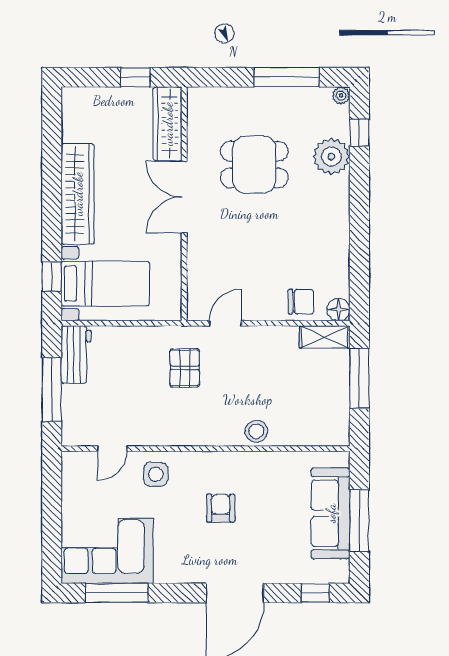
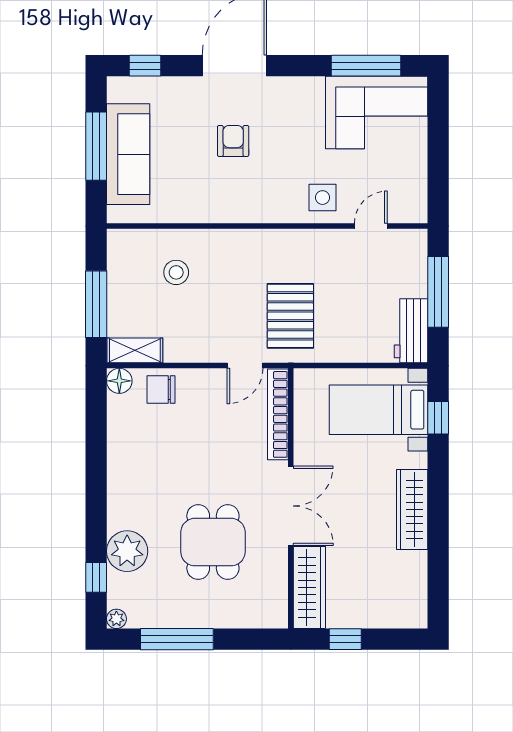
dining table: (254, 165) -> (213, 542), turned 90
wardrobe: (78, 194) -> (412, 509), width x0.71, depth x0.85
bookcase: (196, 279) -> (278, 414), added
pallet: (185, 368) -> (290, 316), width x1.50, depth x1.42
stool: (256, 431) -> (176, 272), moved
armchair: (221, 508) -> (233, 141), moved, turned 180

